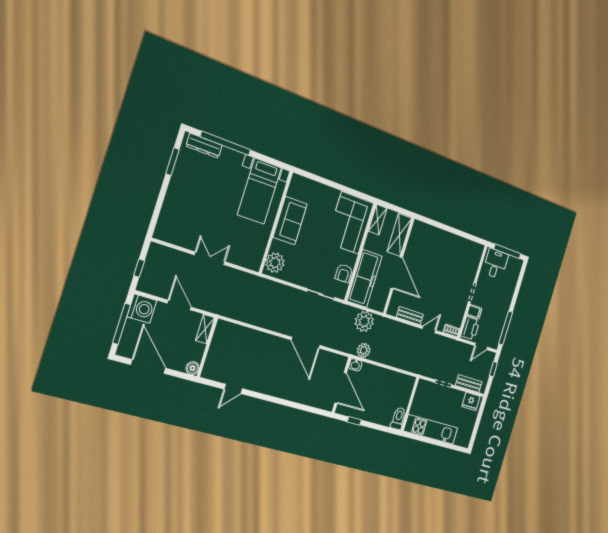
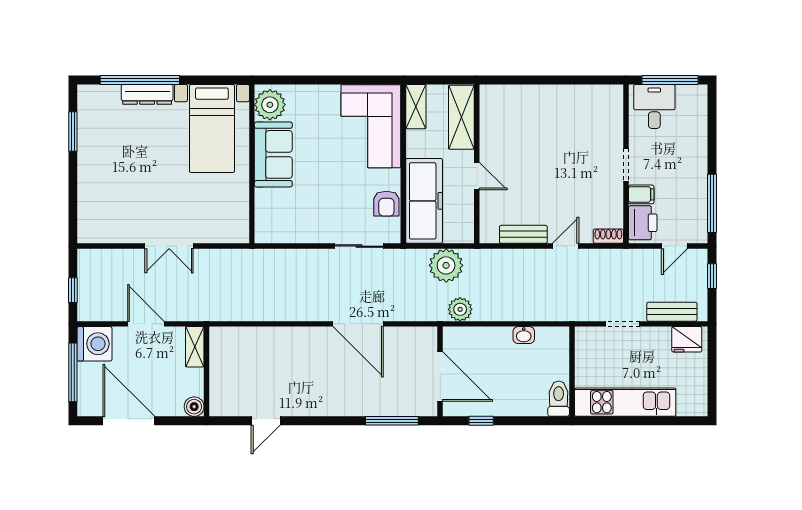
dresser: (204, 146) -> (147, 94), moved
double door: (210, 258) -> (169, 246), swing flipped
plant: (275, 263) -> (270, 105), moved
door: (397, 273) -> (477, 176), width x0.53
washbasin: (355, 365) -> (524, 335), moved
window: (306, 408) -> (392, 421), added

